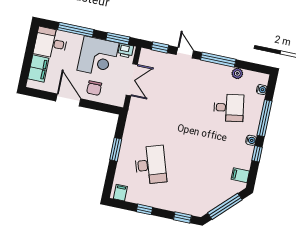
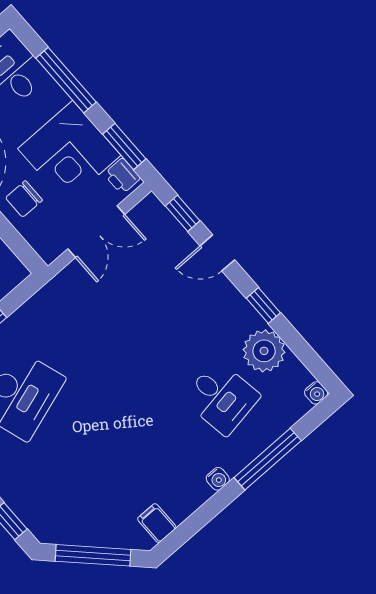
door: (185, 53) -> (217, 253), swing flipped
window: (218, 60) -> (263, 306), width x0.46
plant: (237, 73) -> (264, 351), width x1.88, depth x1.88
water cooler: (262, 90) -> (316, 393), moved
window: (257, 154) -> (211, 509), removed

